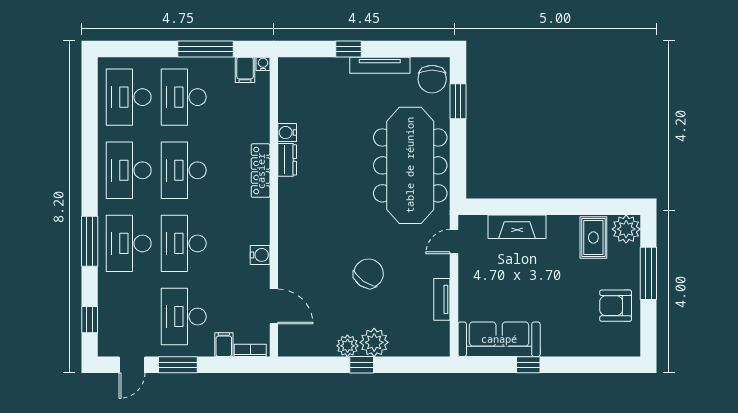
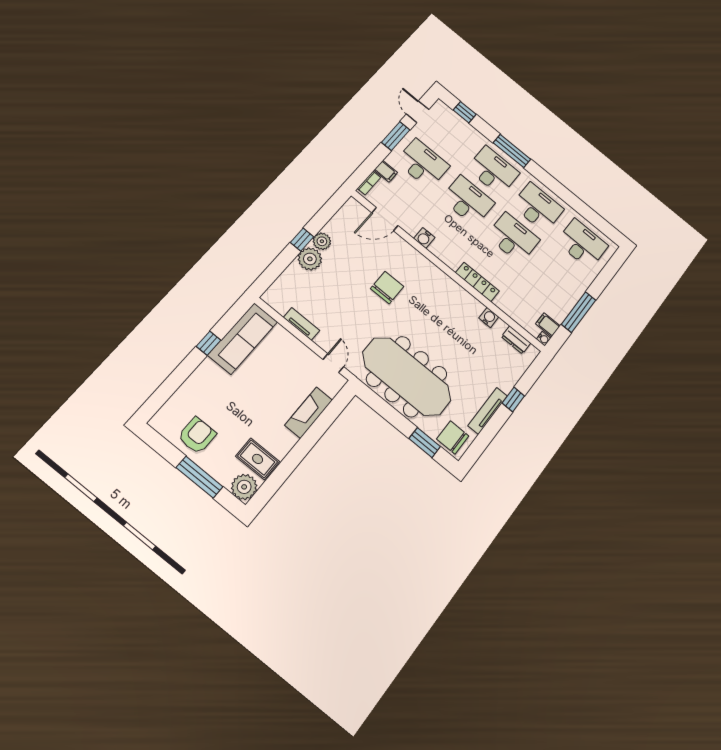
desk: (184, 97) -> (558, 275), removed
dresser: (287, 160) -> (516, 340), moved
chair: (369, 274) -> (387, 288), moved, turned -125

